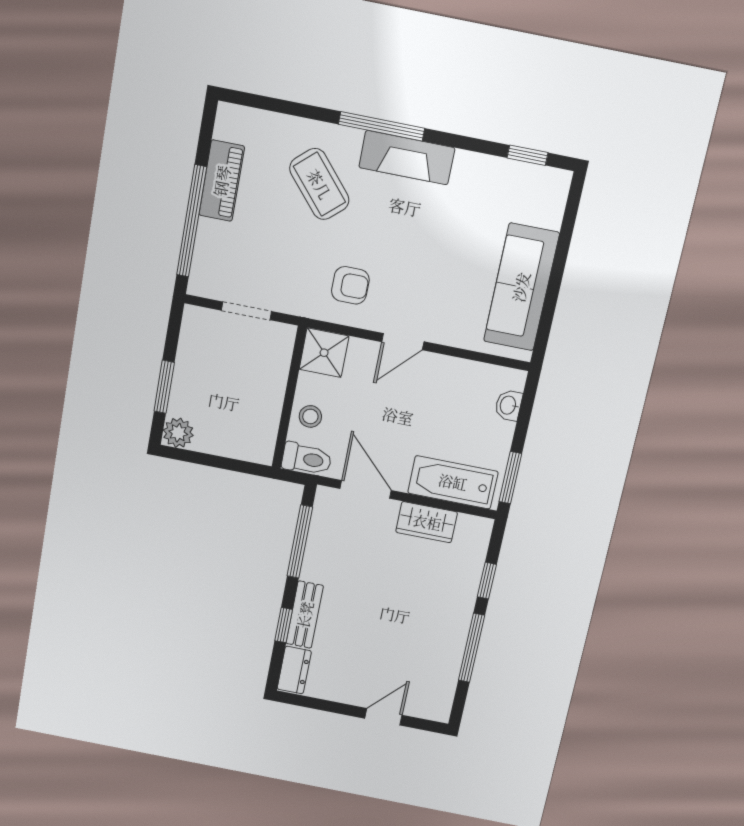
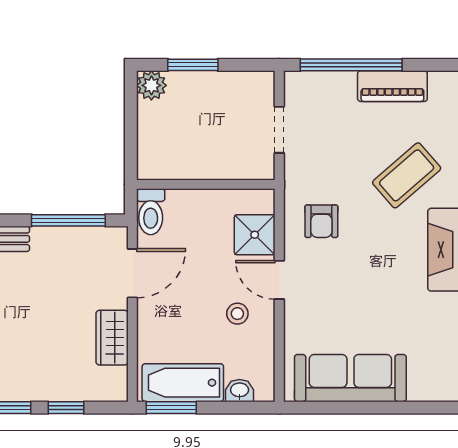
shower: (324, 353) -> (255, 235), moved
stool: (310, 416) -> (237, 314), moved
bathtub: (453, 482) -> (183, 383), moved, turned -90

